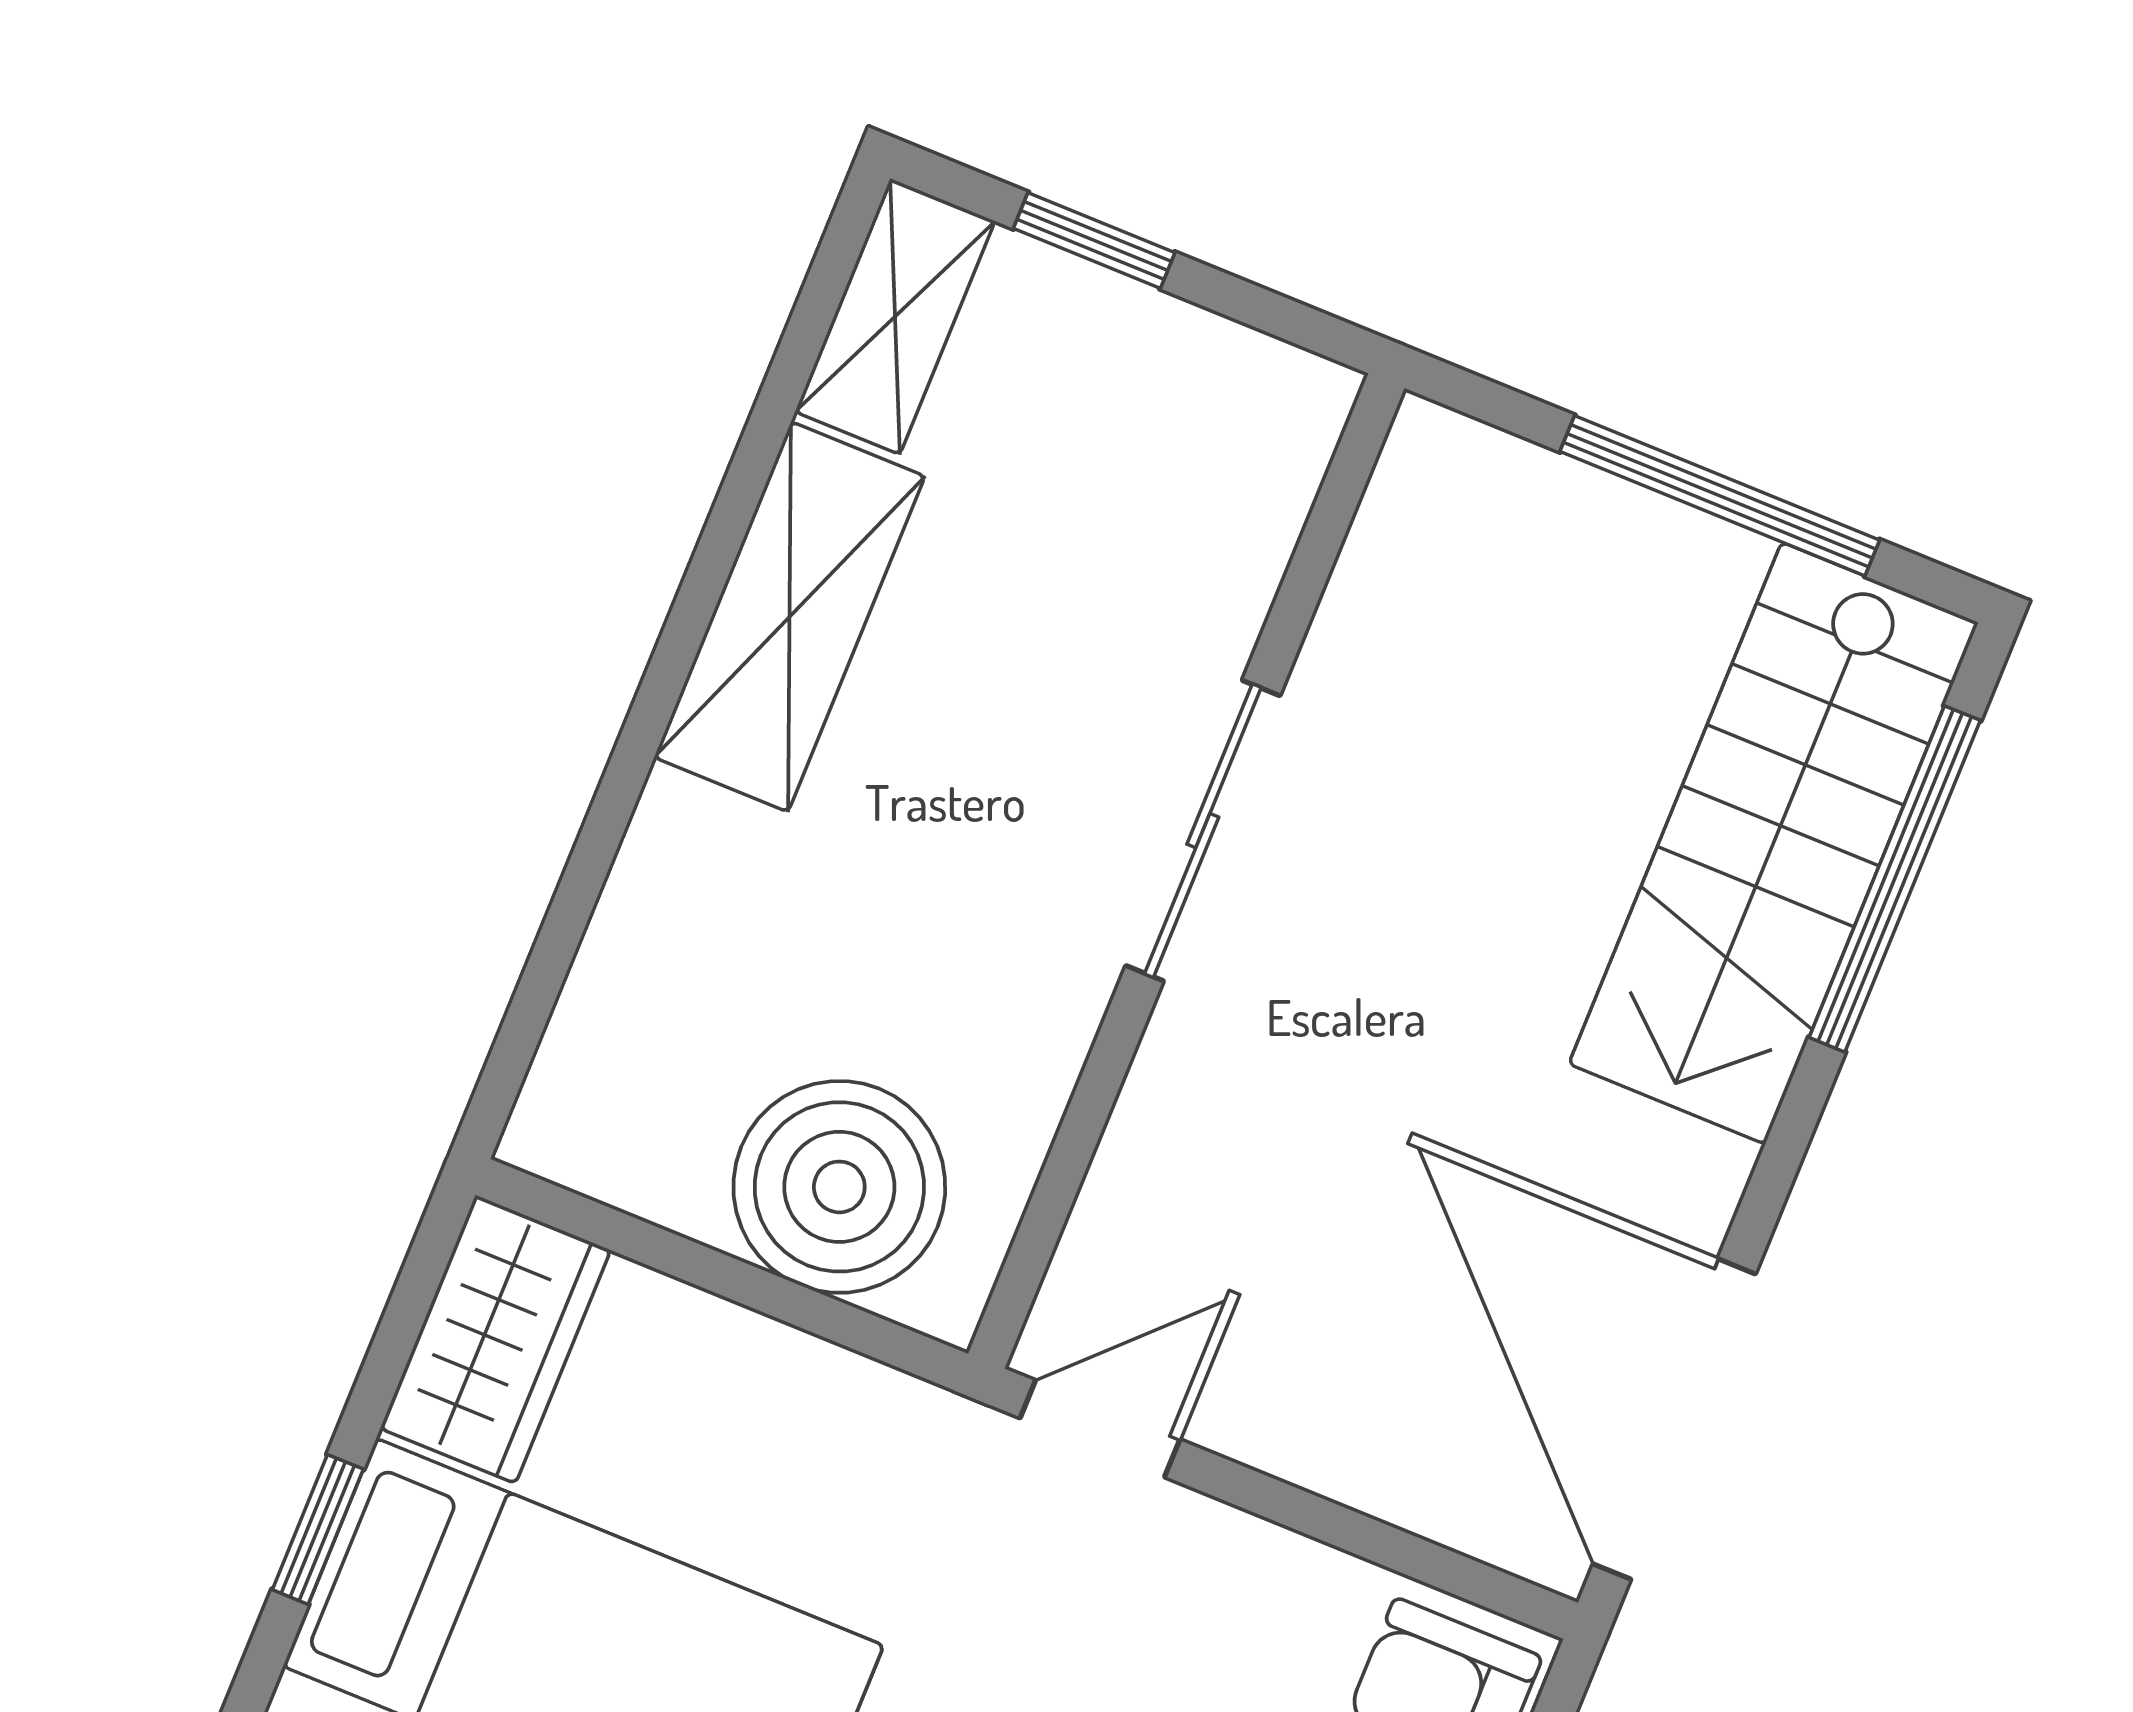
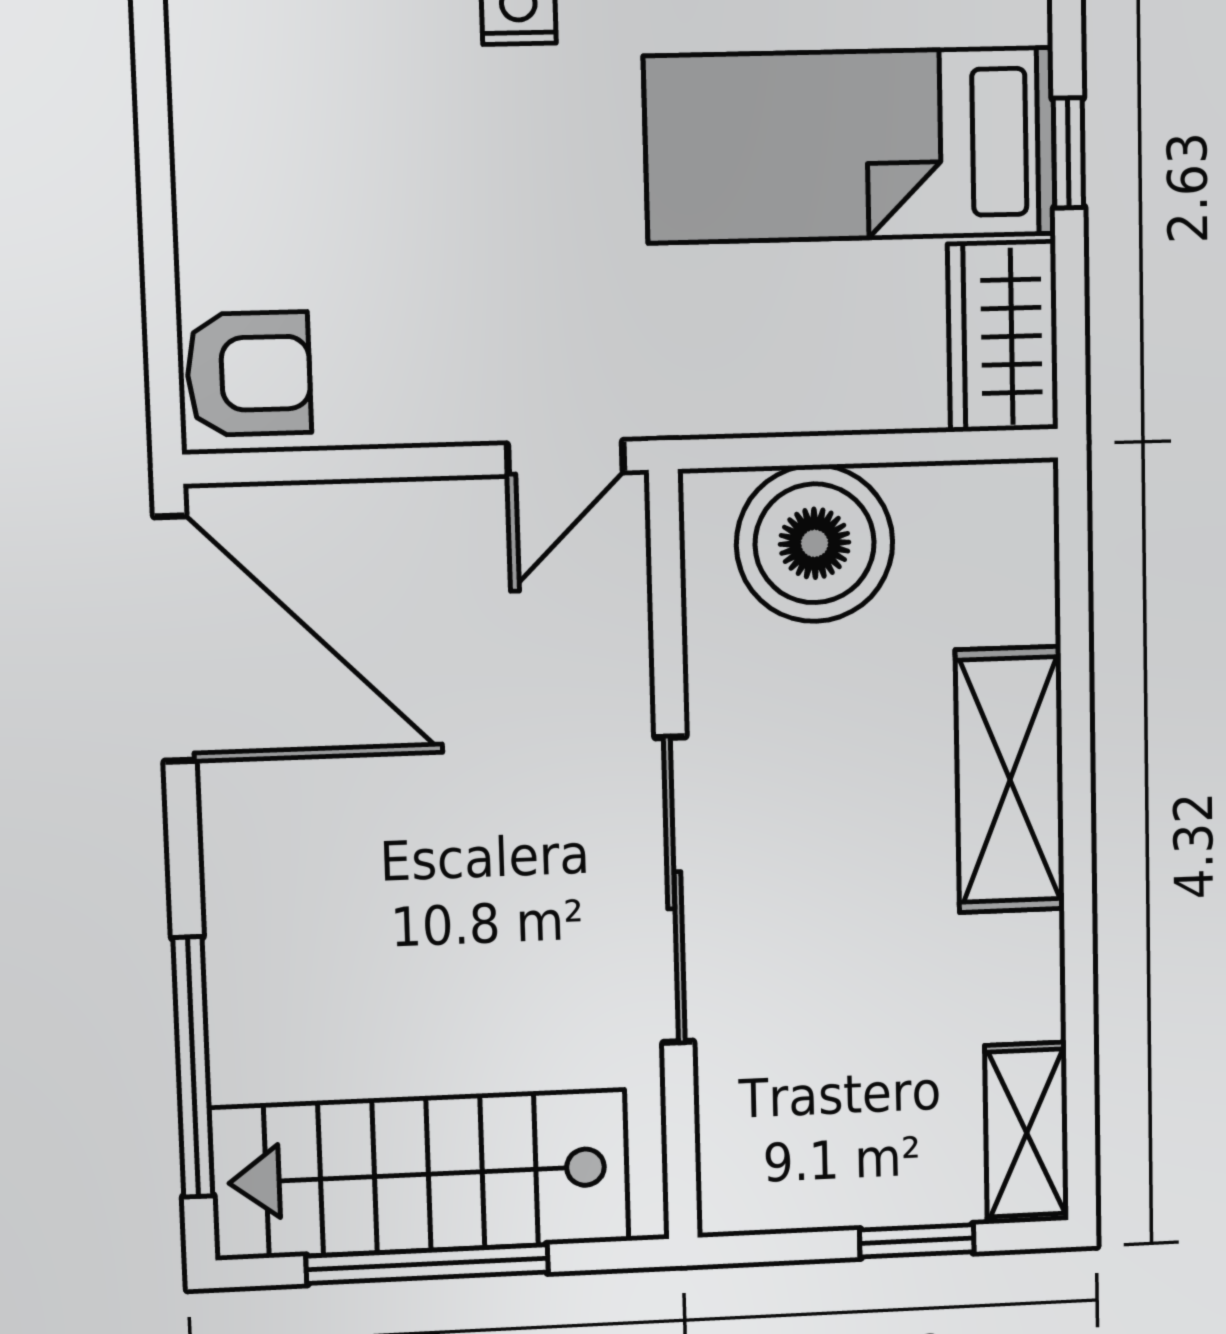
shelving: (790, 617) -> (1010, 780), moved
sliding door: (1203, 831) -> (674, 890), width x1.37
stairs: (1773, 843) -> (420, 1175), moved, turned -90

